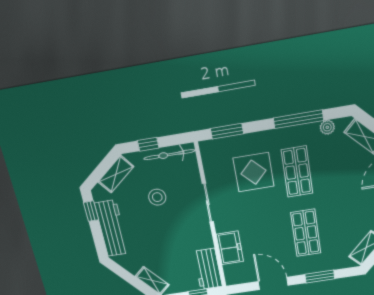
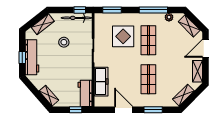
window: (148, 144) -> (80, 10), moved
window: (91, 211) -> (22, 57), moved
freezer: (230, 248) -> (101, 82), width x1.40

